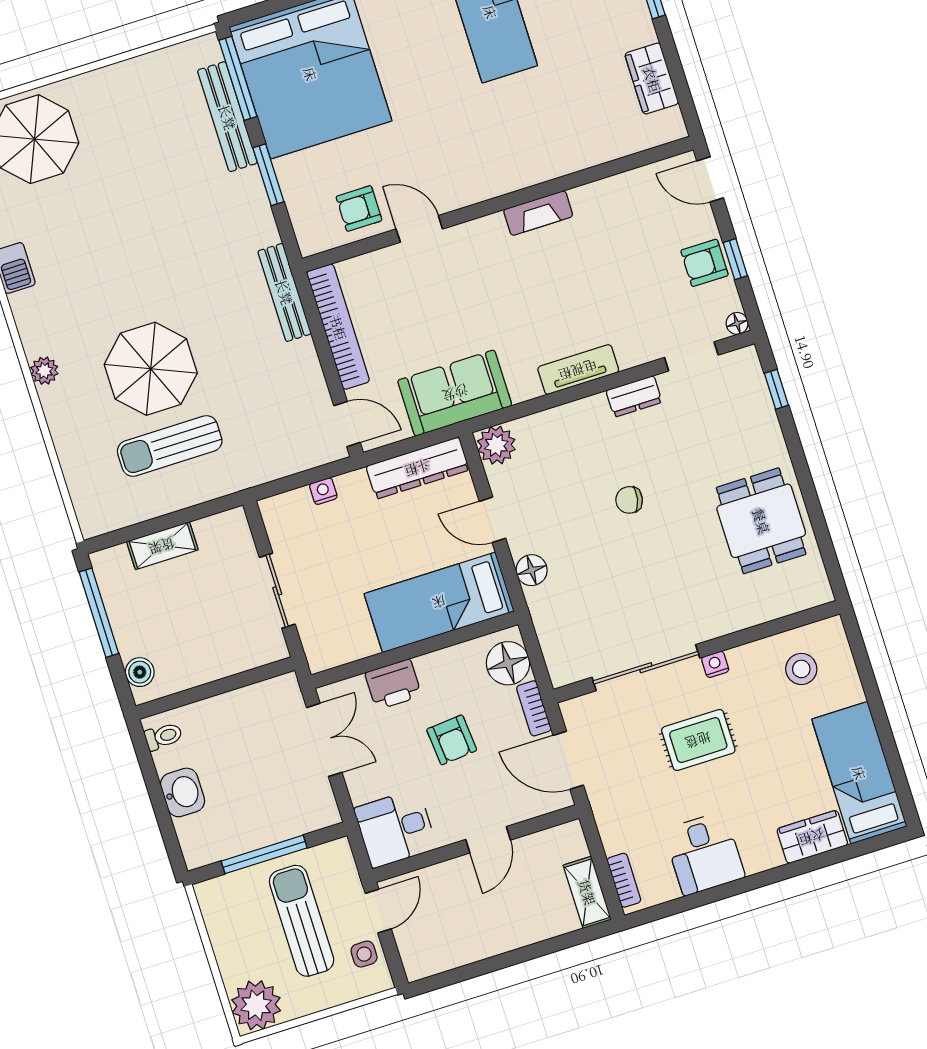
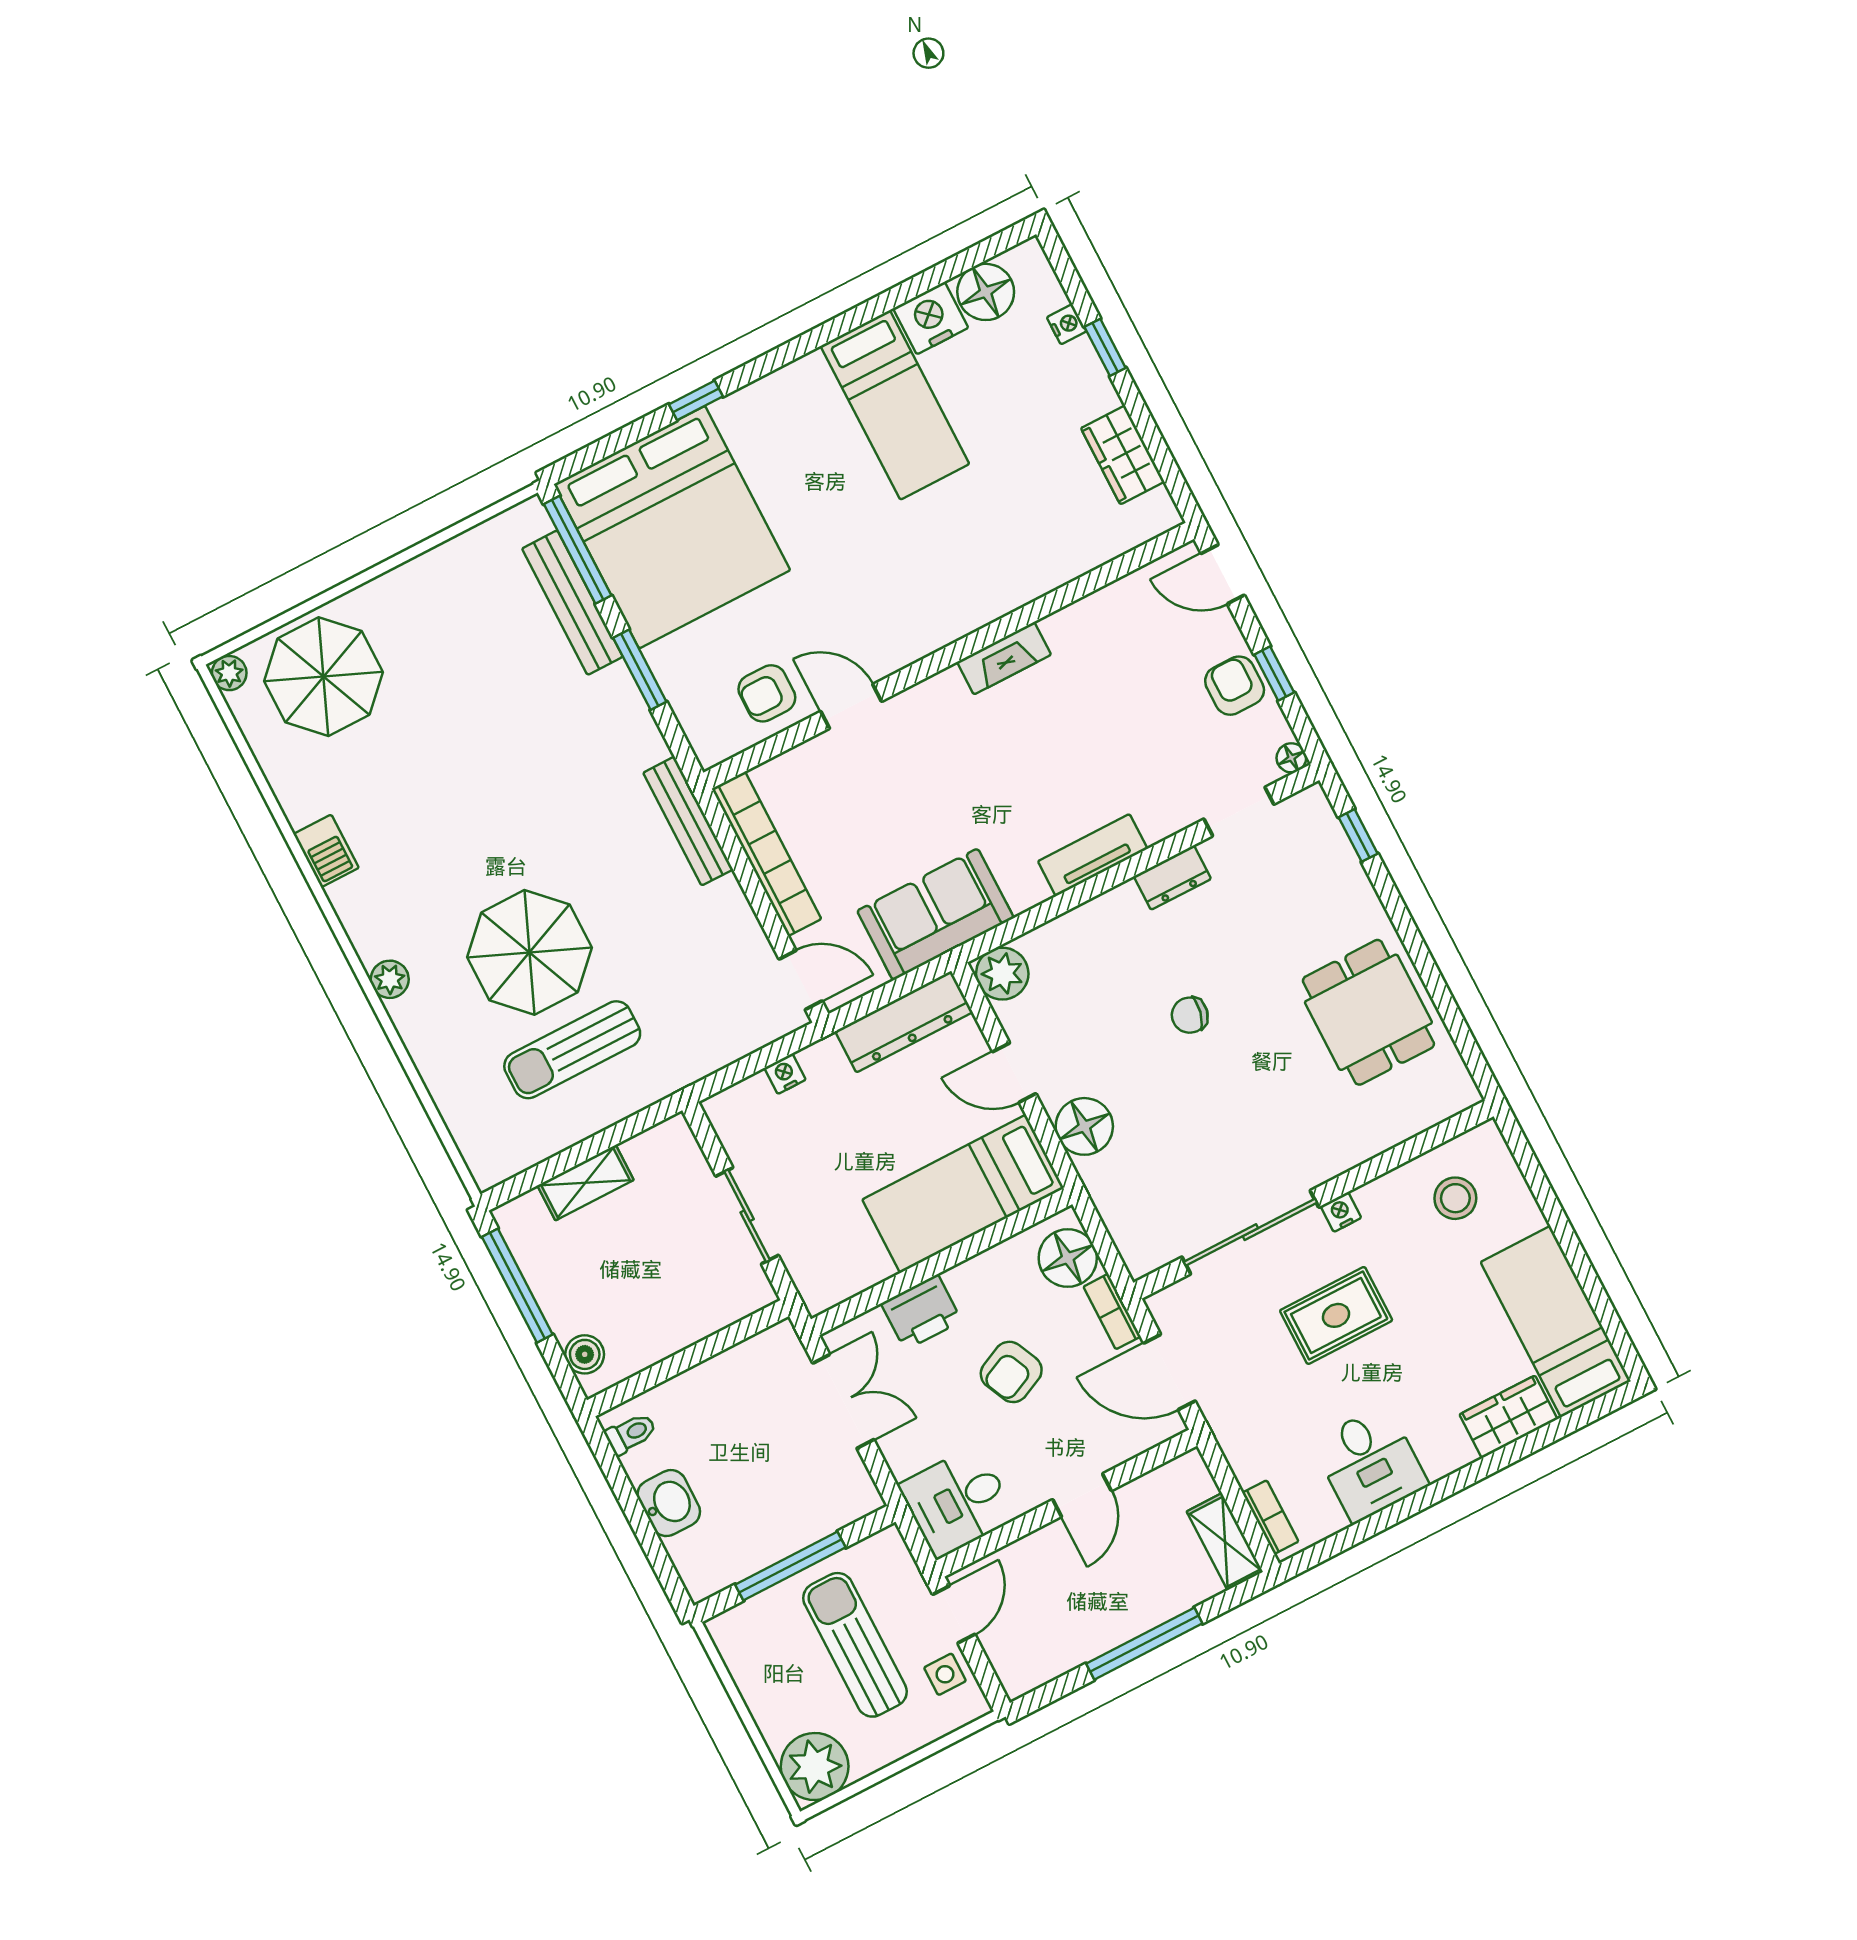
armchair: (705, 263) -> (1235, 686), turned 90
floor lamp: (532, 570) -> (1084, 1126), width x1.38, depth x1.38
armchair: (452, 740) -> (1011, 1372), turned 70
window: (515, 957) -> (1144, 1644), added

